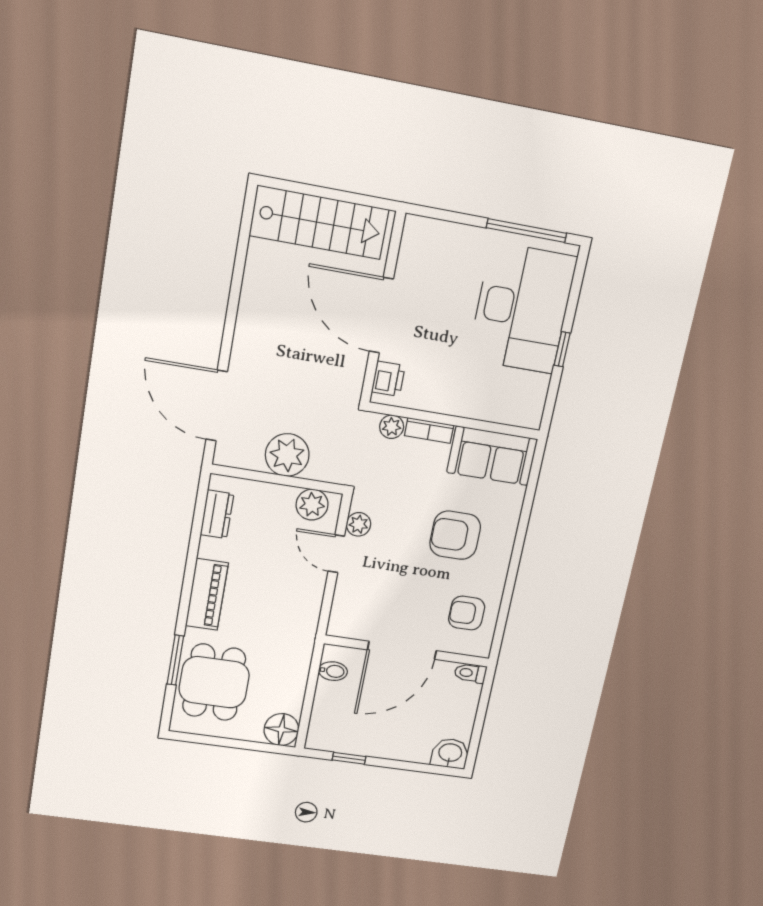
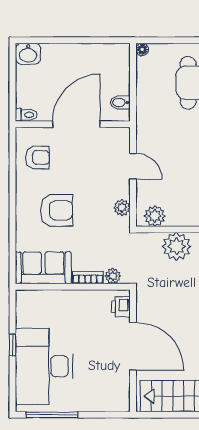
door: (336, 554) -> (133, 166), moved
floor lamp: (281, 730) -> (142, 49), width x0.53, depth x0.53
window: (349, 758) -> (98, 40), removed

